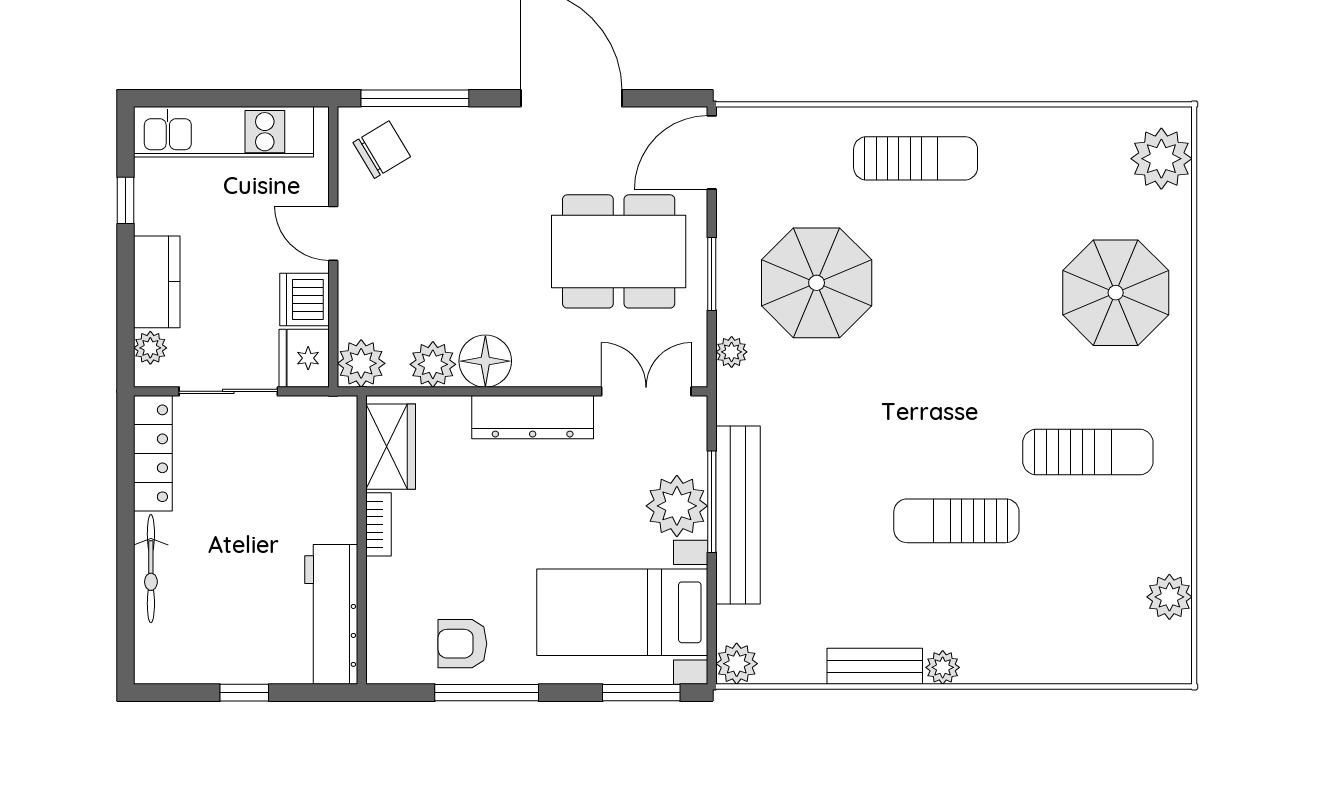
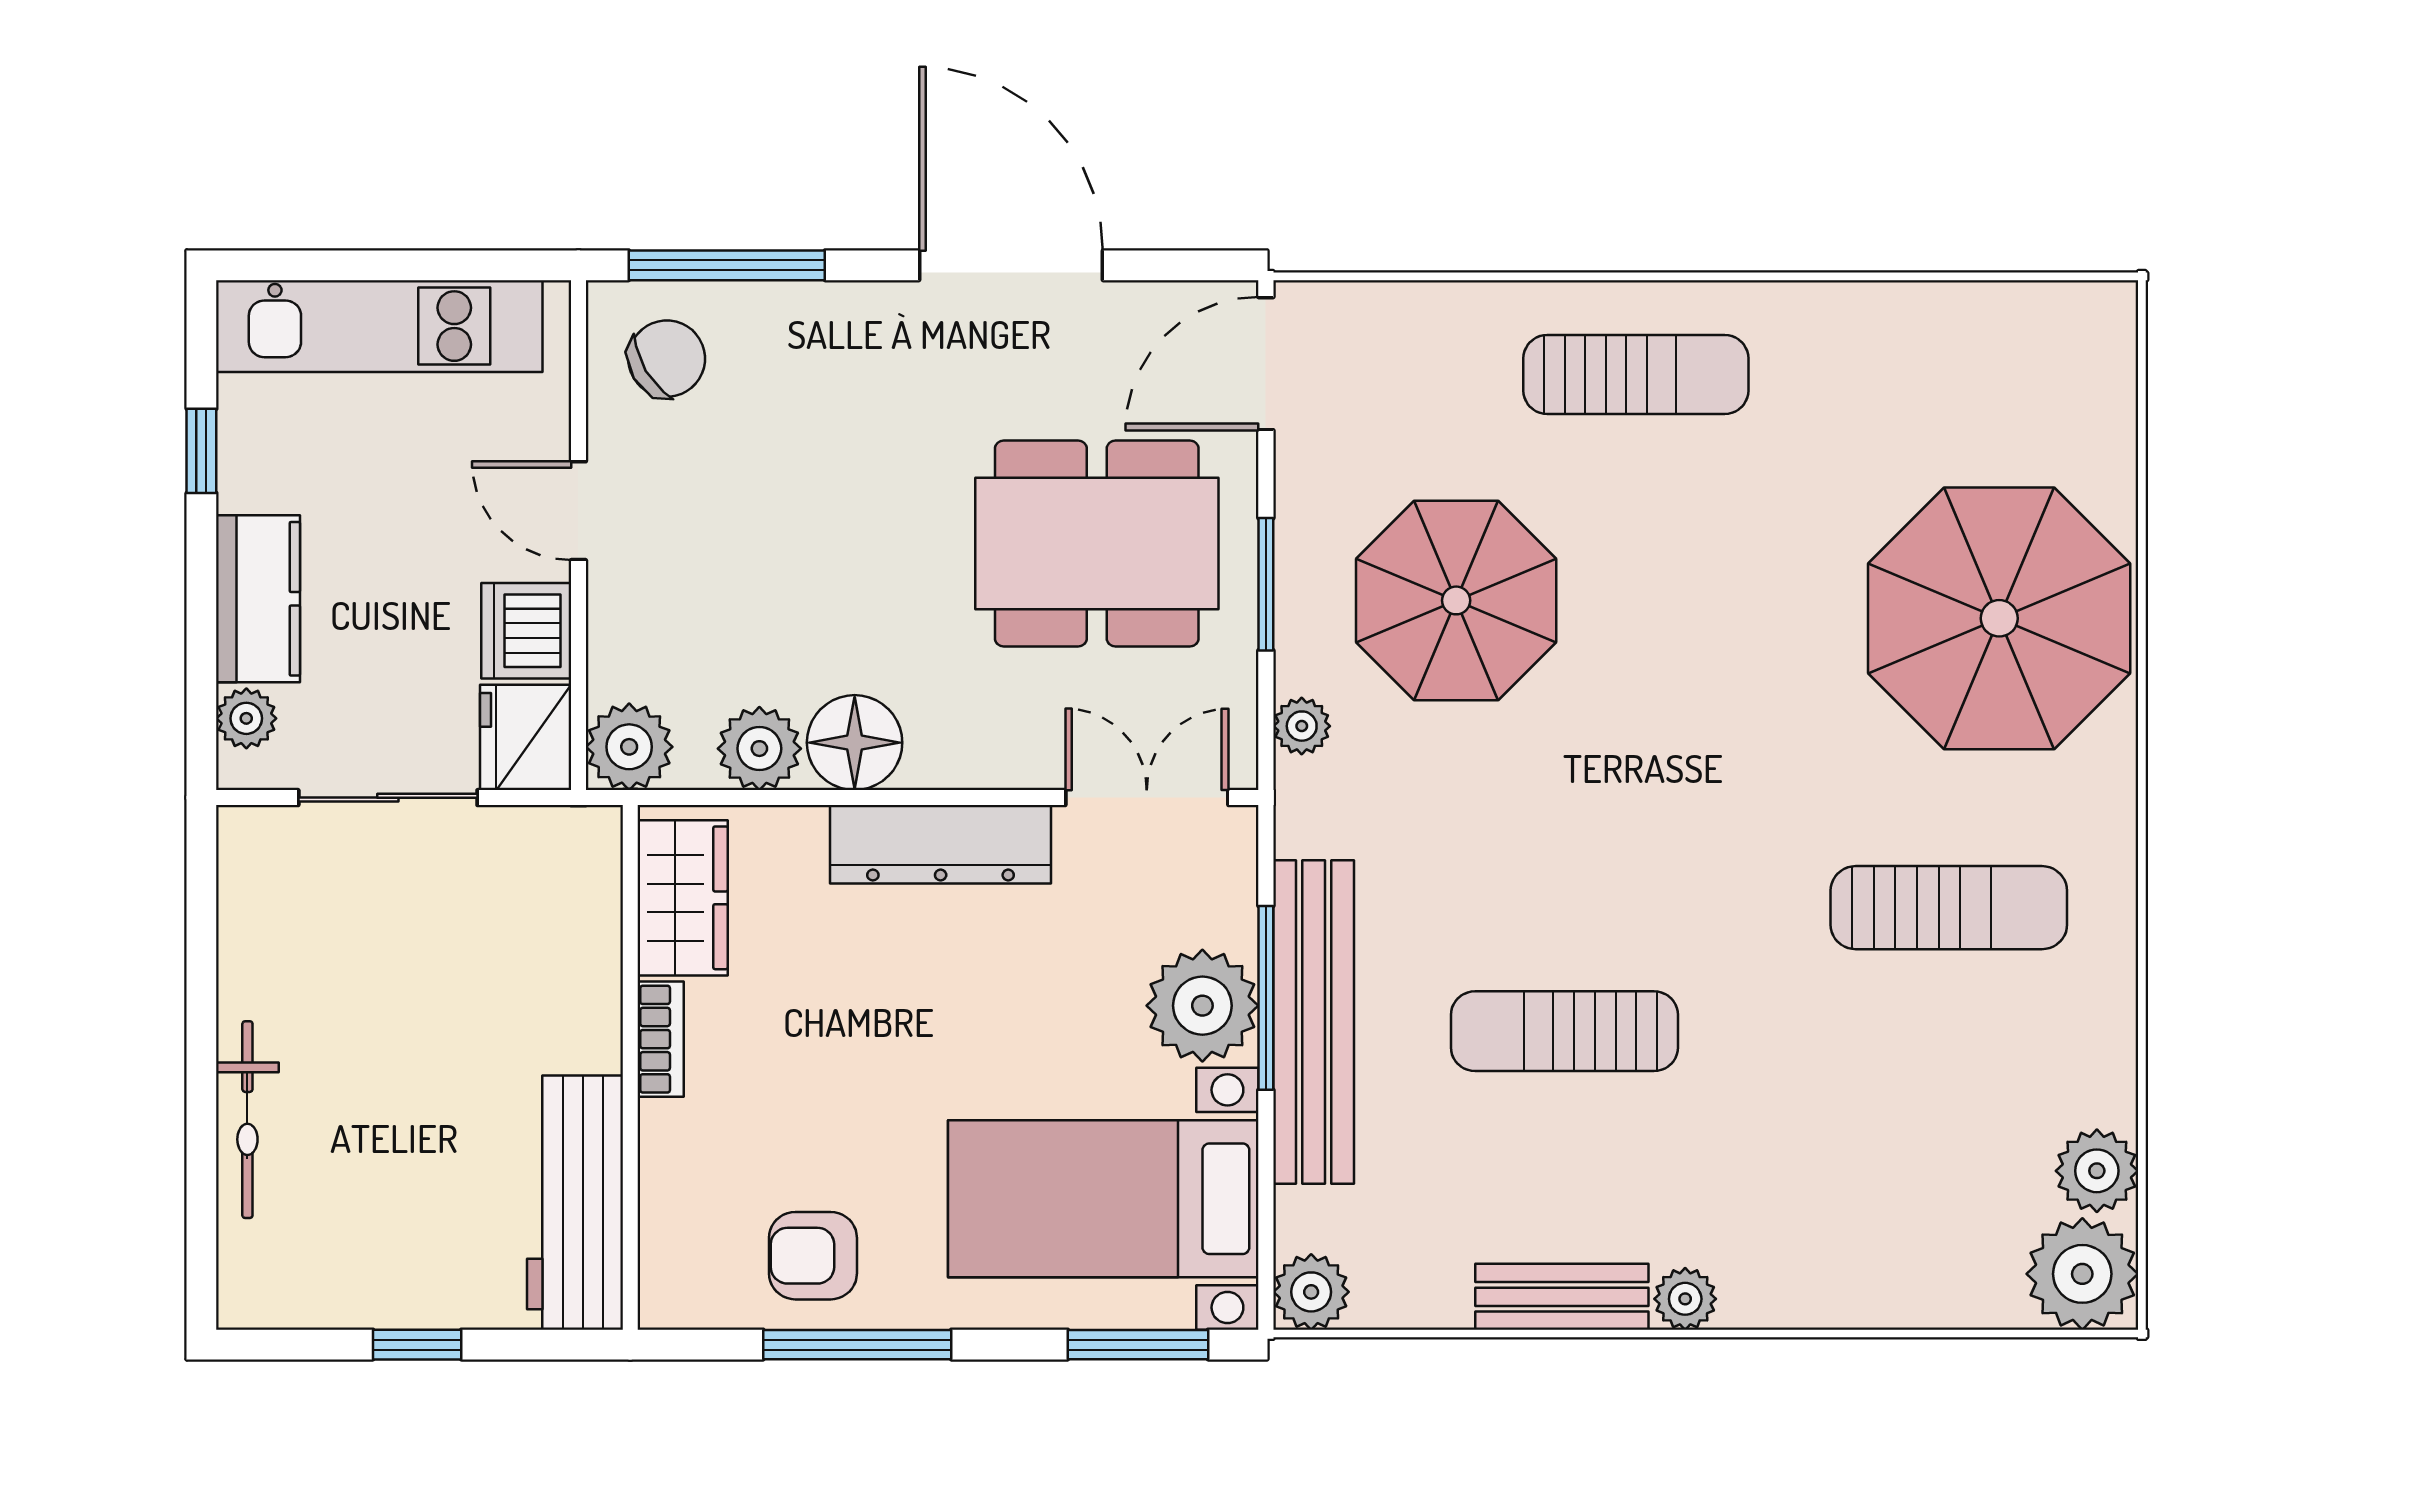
plant: (1161, 159) -> (2082, 1274), moved
parasol: (1116, 293) -> (1999, 618), width x1.36, depth x1.36
locker: (153, 453) -> (251, 910), removed
sun lounger: (956, 521) -> (1564, 1031), moved

